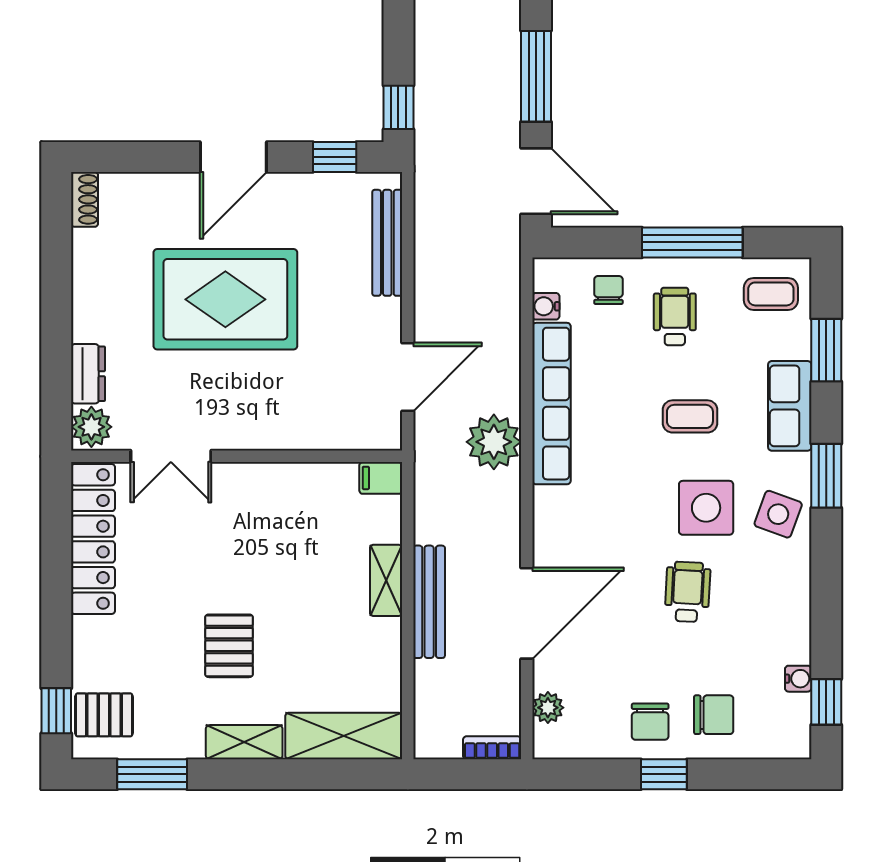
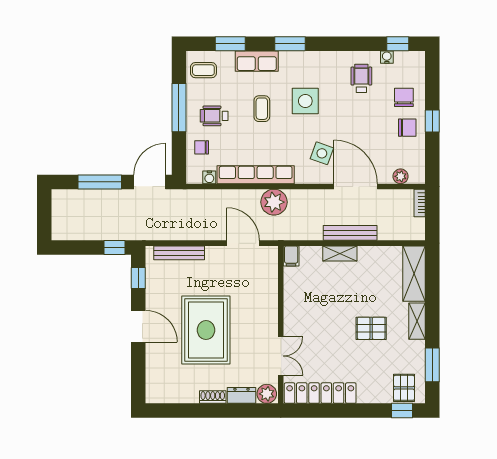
shoe rack: (85, 199) -> (213, 397), moved
coffee table: (771, 294) -> (203, 70), turned 90
side table: (778, 514) -> (322, 153), moved
wheelchair: (688, 592) -> (361, 78), moved, turned 87

